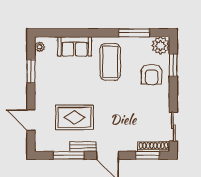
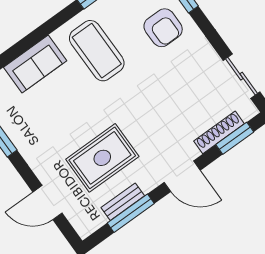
bench: (83, 147) -> (123, 202), moved
shoe rack: (153, 147) -> (219, 132), moved

